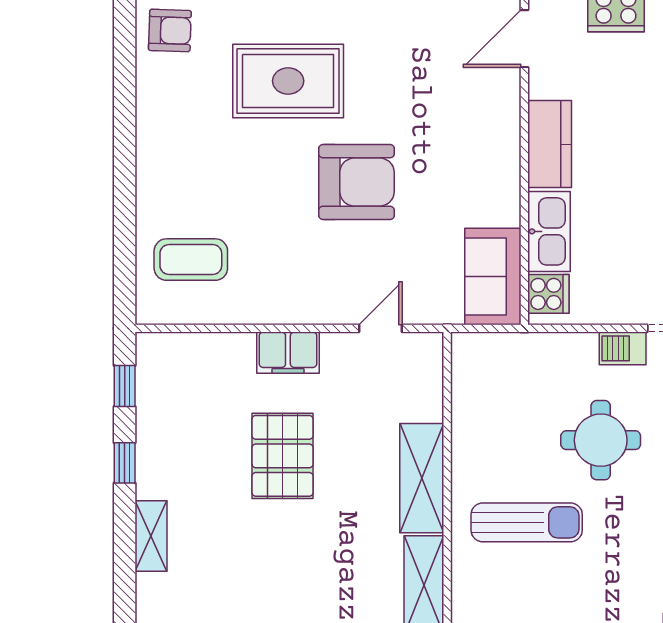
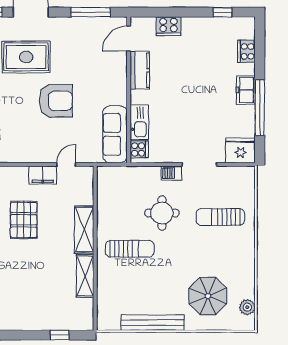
kitchen counter: (550, 144) -> (140, 70), moved
sofa: (493, 277) -> (115, 134), width x1.36
filing cabinet: (288, 353) -> (43, 175), moved

